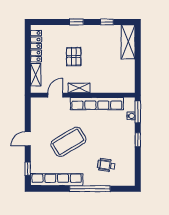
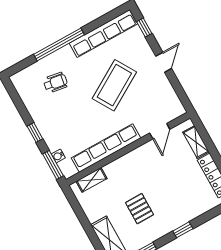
pallet: (74, 57) -> (139, 209), moved
shelving: (79, 88) -> (92, 180), moved

